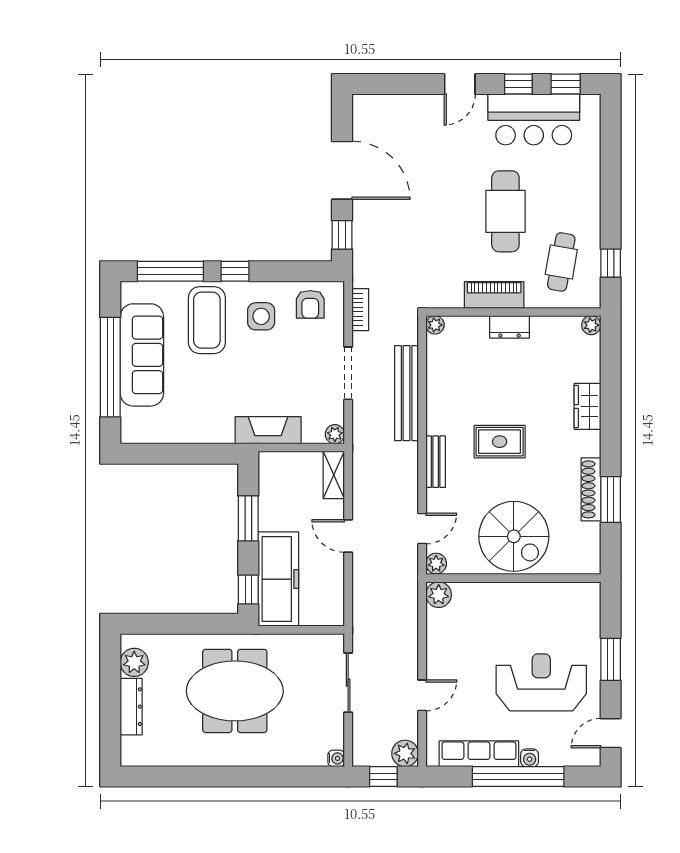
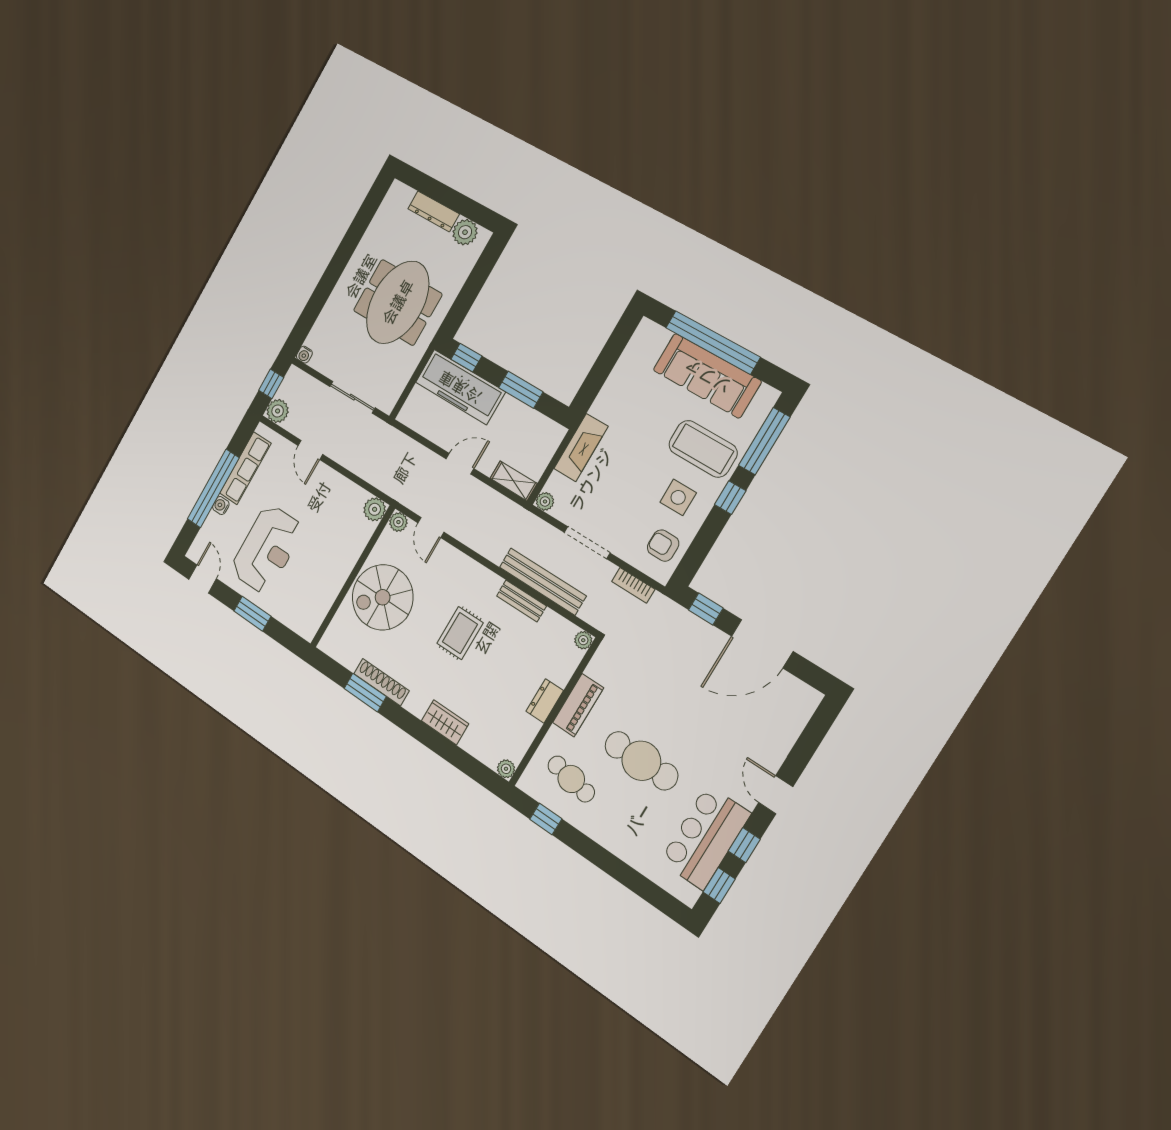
bench: (436, 462) -> (521, 601), moved

